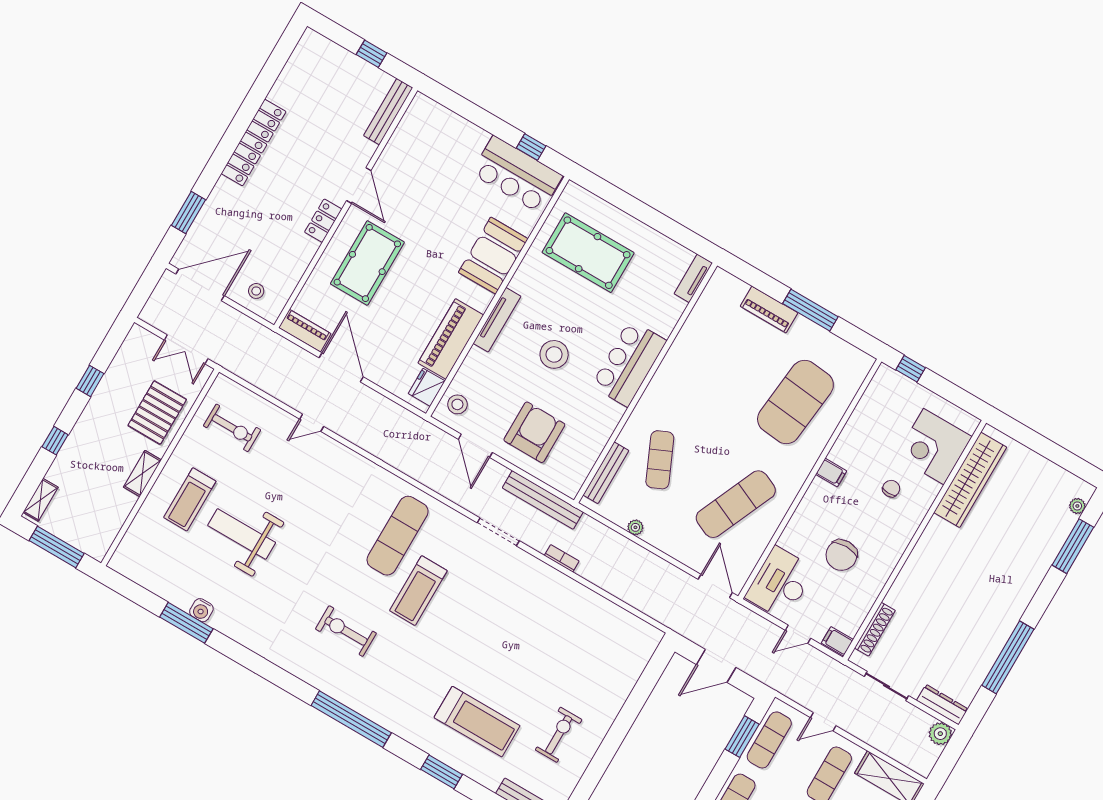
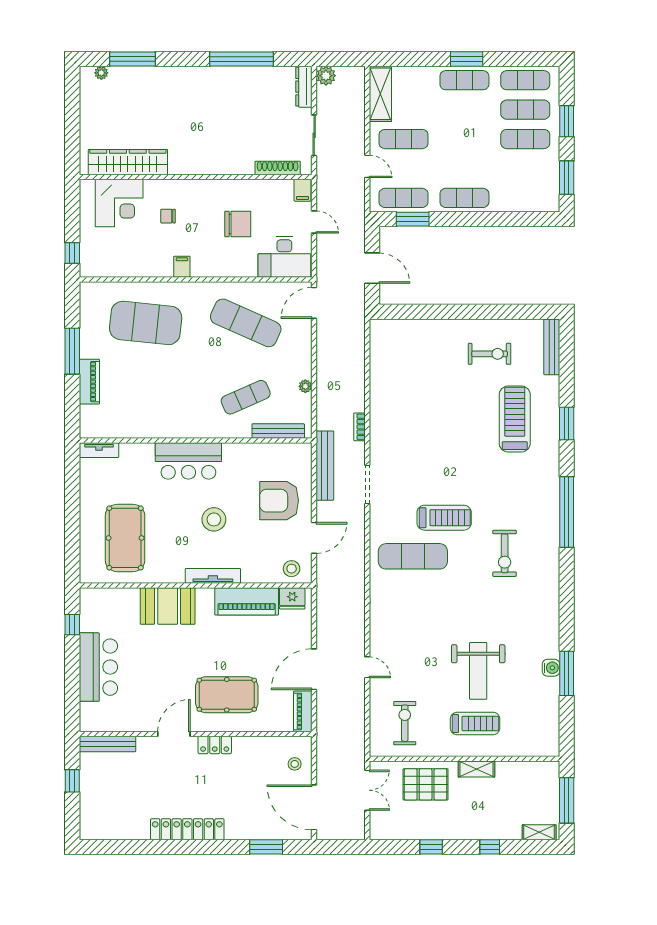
bar counter: (517, 175) -> (98, 667), moved
exercise bike: (559, 735) -> (490, 354), turned 180

